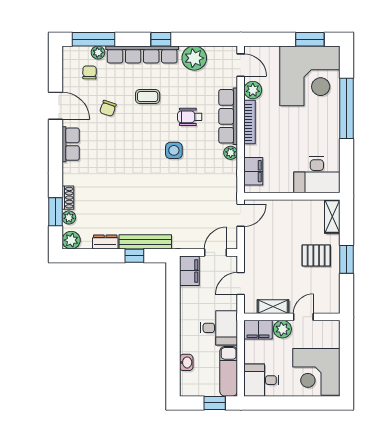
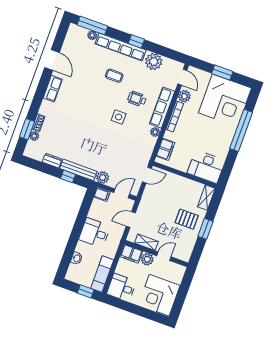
window: (310, 39) -> (222, 73), moved
chair: (90, 72) -> (82, 46), removed
chair: (108, 108) -> (85, 74), removed
plant: (71, 240) -> (103, 177), moved
filing cabinet: (189, 271) -> (102, 195), width x0.50
desk: (219, 328) -> (95, 233), moved, turned 180

